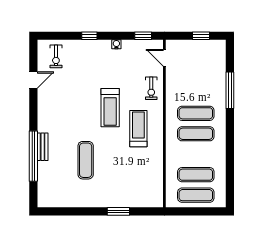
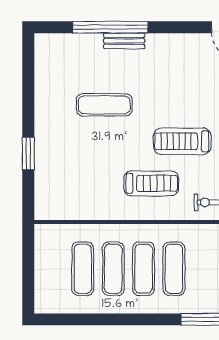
exercise mat: (196, 195) -> (113, 269), moved

